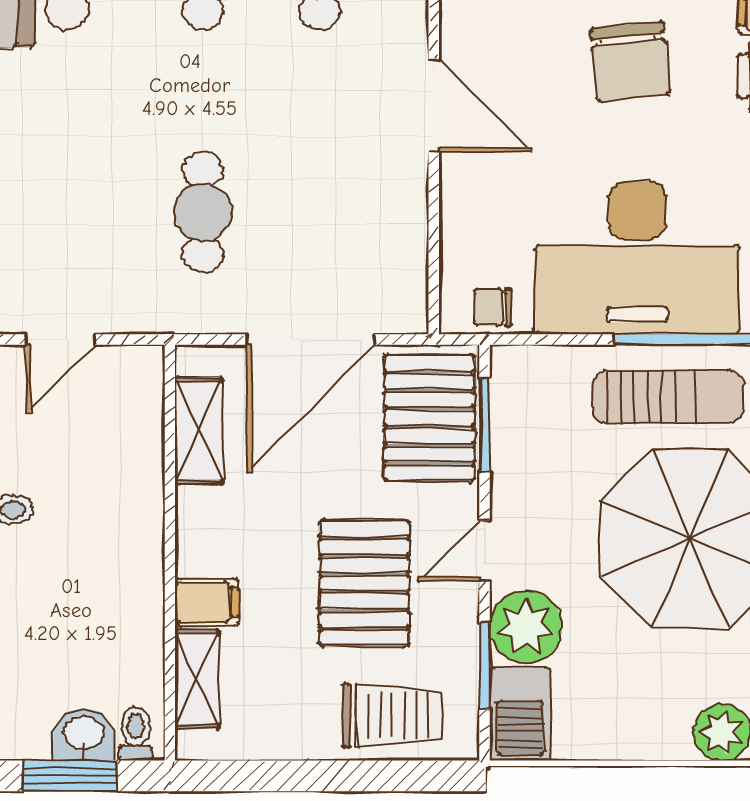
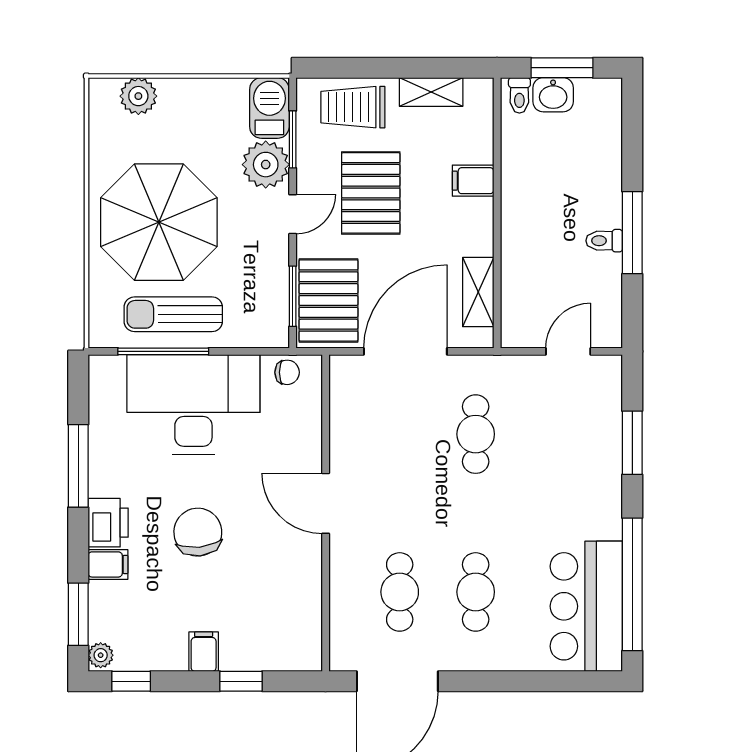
shelving: (197, 679) -> (431, 92), moved, turned 90

